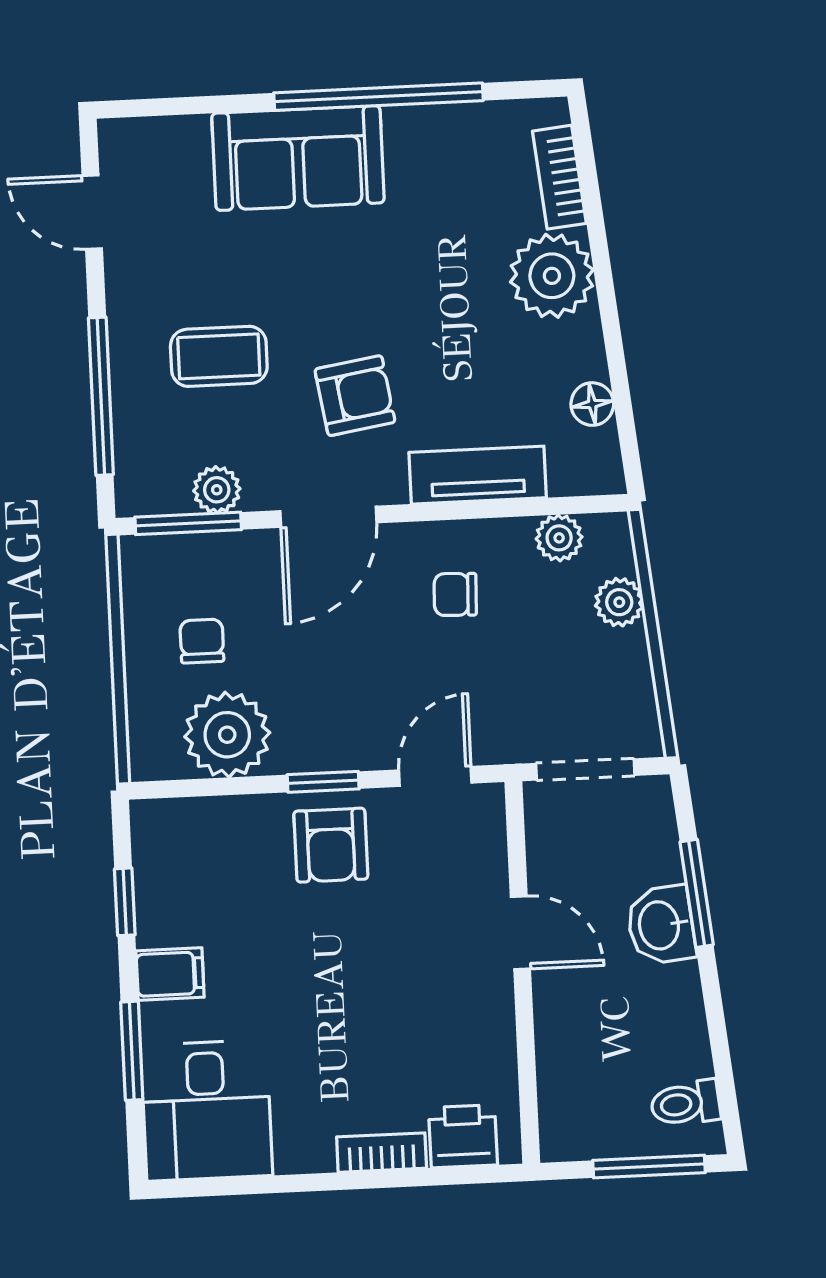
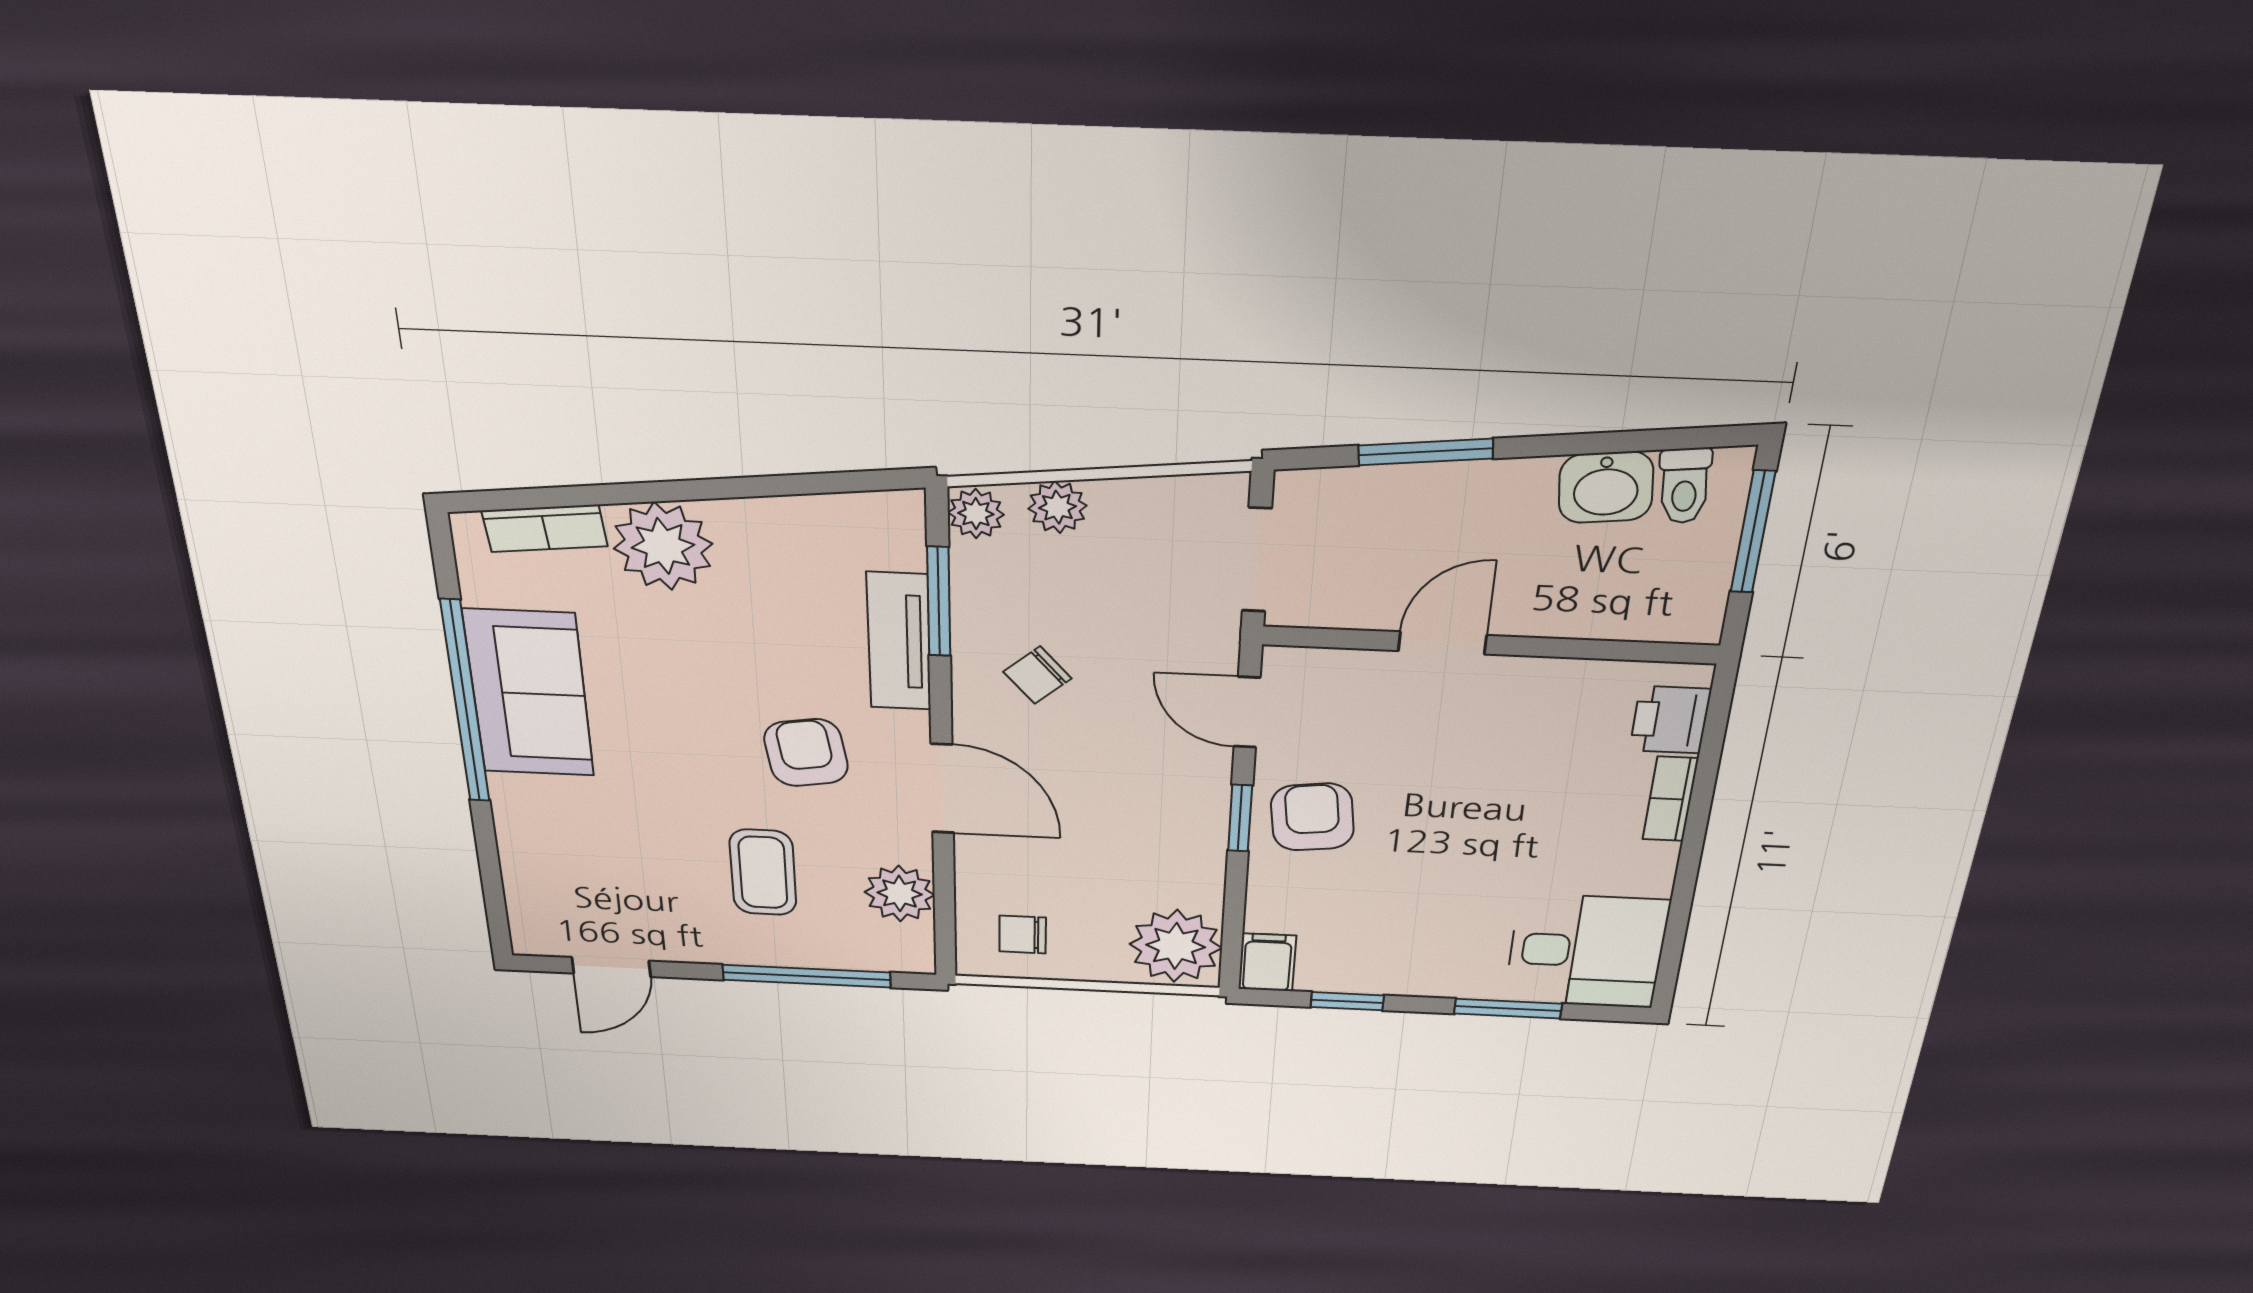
sofa: (298, 158) -> (529, 693), moved
floor lamp: (592, 404) -> (816, 516), removed
plant: (217, 490) -> (900, 894), width x1.38, depth x1.38
window: (188, 523) -> (939, 602), moved
plant: (559, 538) -> (976, 514), moved
chair: (455, 594) -> (1037, 675), turned 47
chair: (202, 641) -> (1023, 935), moved
plant: (227, 735) -> (1176, 946), moved
armchair: (331, 845) -> (1312, 817), turned -97
washbasin: (661, 925) -> (1606, 487), moved
filing cabinet: (170, 974) -> (1267, 962), moved

